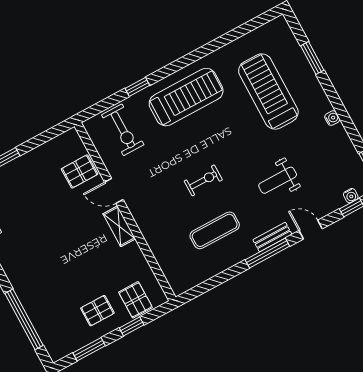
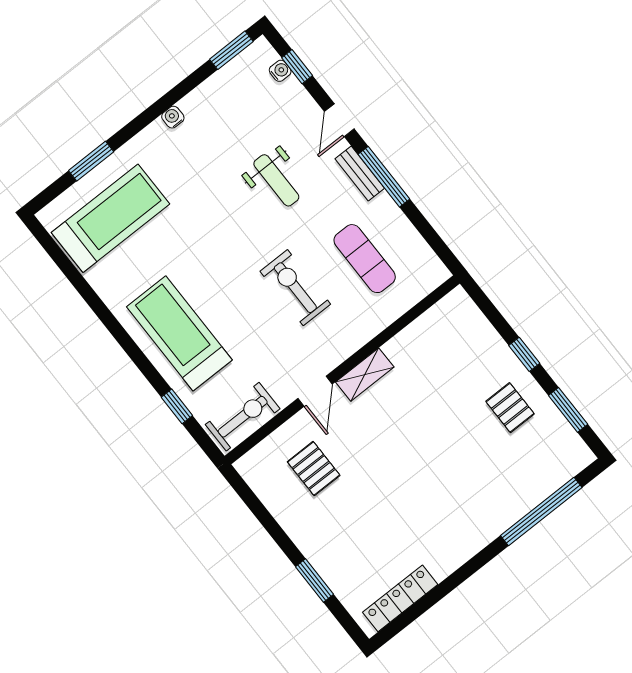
treadmill: (268, 92) -> (111, 218), moved, turned 180
exercise bike: (203, 180) -> (295, 288), width x1.38, depth x1.39
door: (114, 191) -> (315, 391), moved
wall: (125, 212) -> (342, 370), moved
shelving: (119, 226) -> (365, 375), moved
pallet: (135, 300) -> (485, 355), removed

